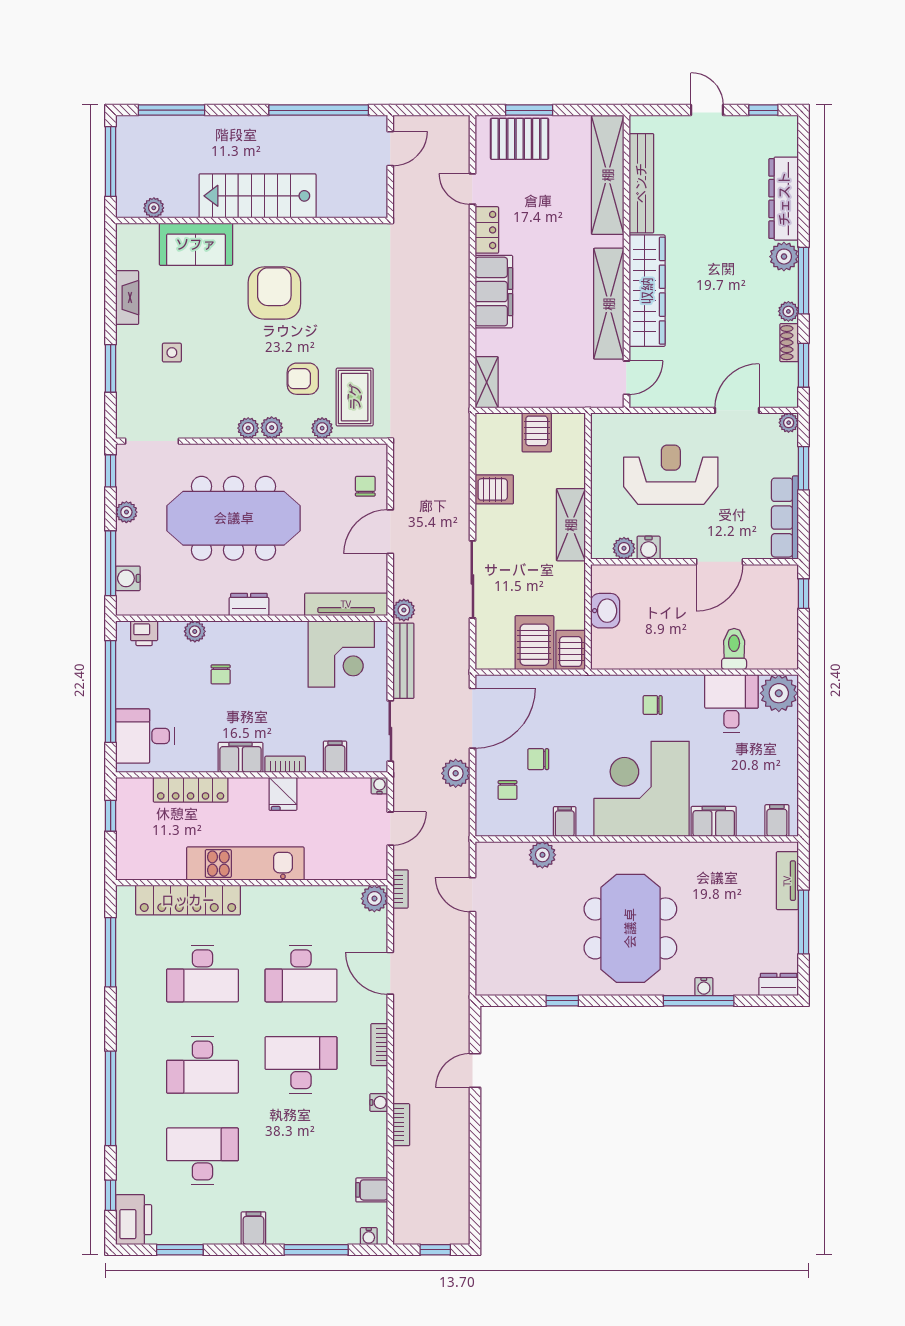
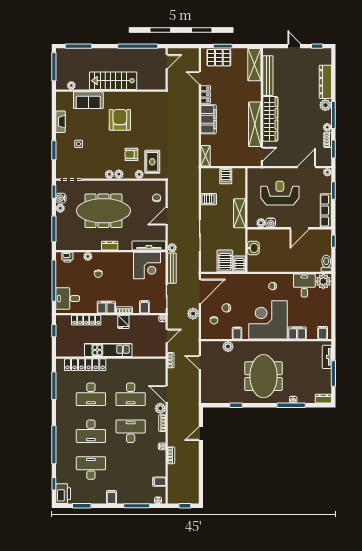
shelving: (608, 175) -> (254, 65), width x0.68
water cooler: (128, 578) -> (61, 198), moved
toilet: (734, 649) -> (326, 263), moved
plant: (374, 899) -> (160, 408), moved

